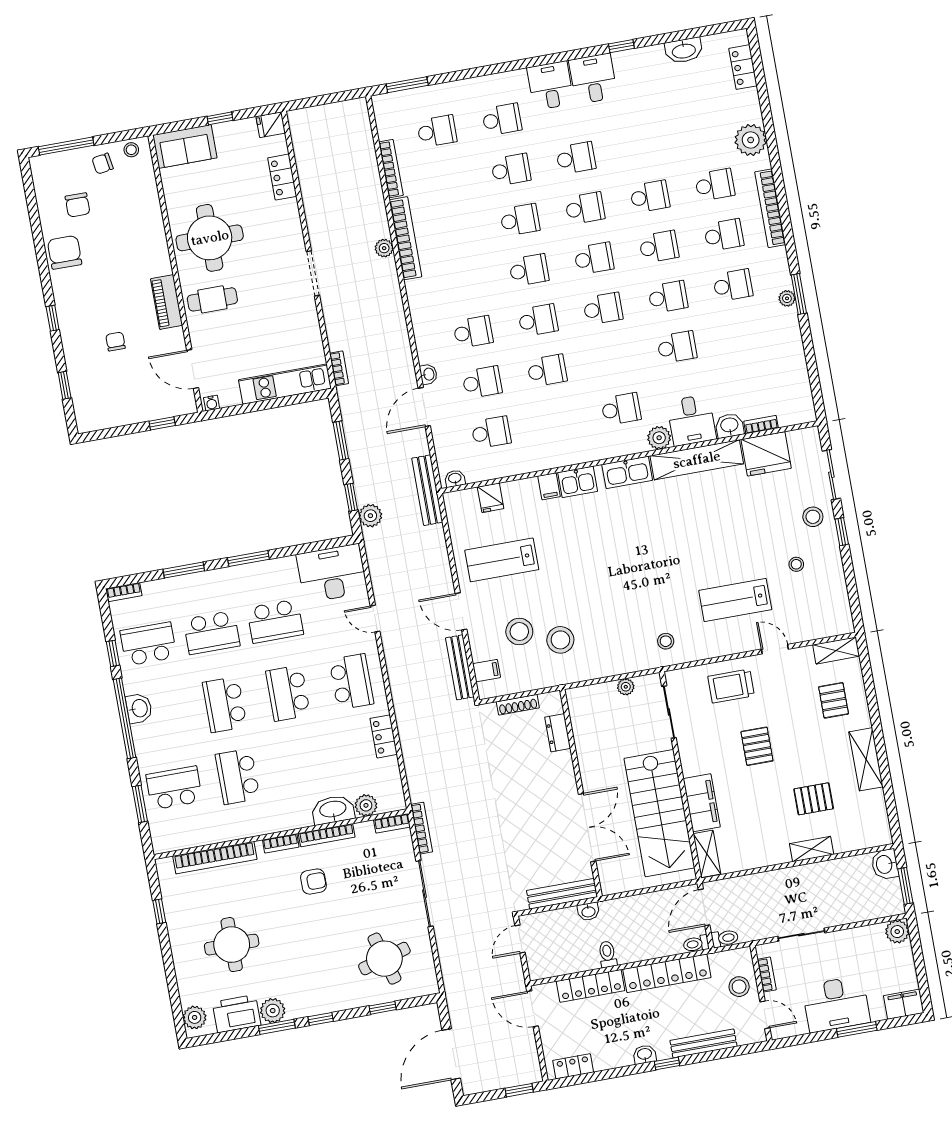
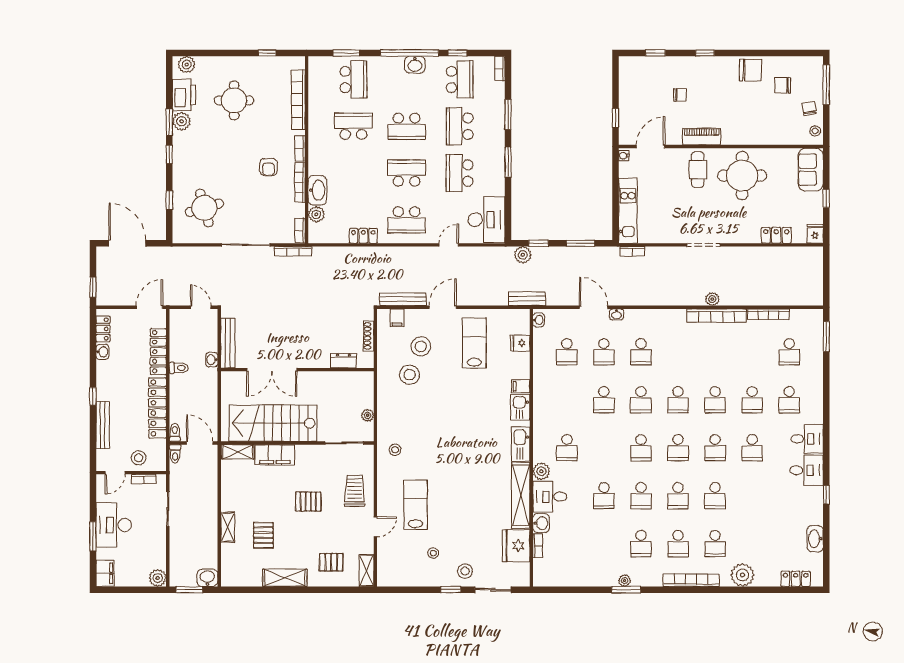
bench: (427, 490) -> (527, 299), width x0.73
school desk: (225, 705) -> (407, 126), turned 180
washbasin: (645, 1054) -> (102, 352), moved

